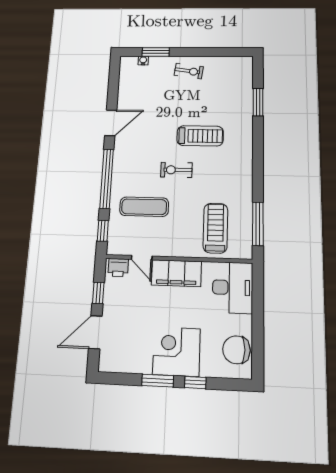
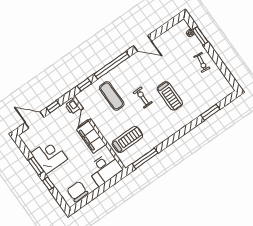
corner desk: (177, 352) -> (49, 156), moved

